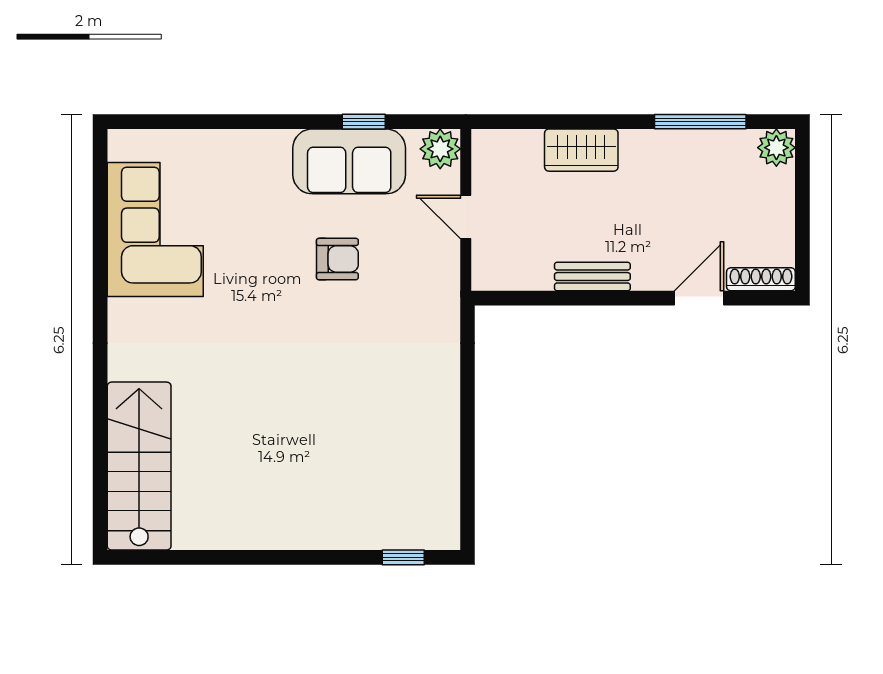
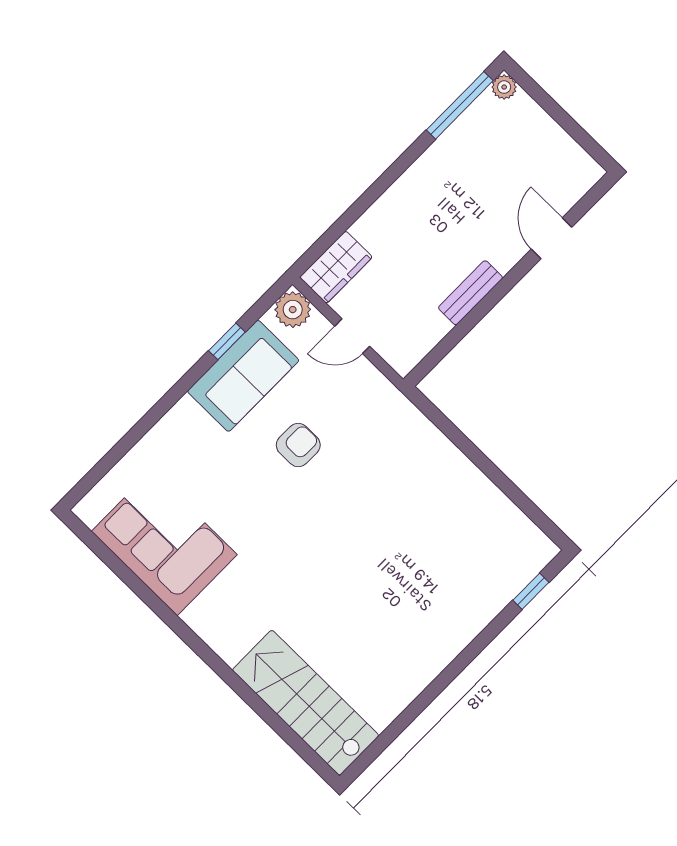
window: (700, 122) -> (460, 105), moved
plant: (776, 148) -> (504, 87), width x0.73, depth x0.73
wardrobe: (581, 150) -> (336, 267), moved
shoe rack: (761, 279) -> (579, 187), removed

